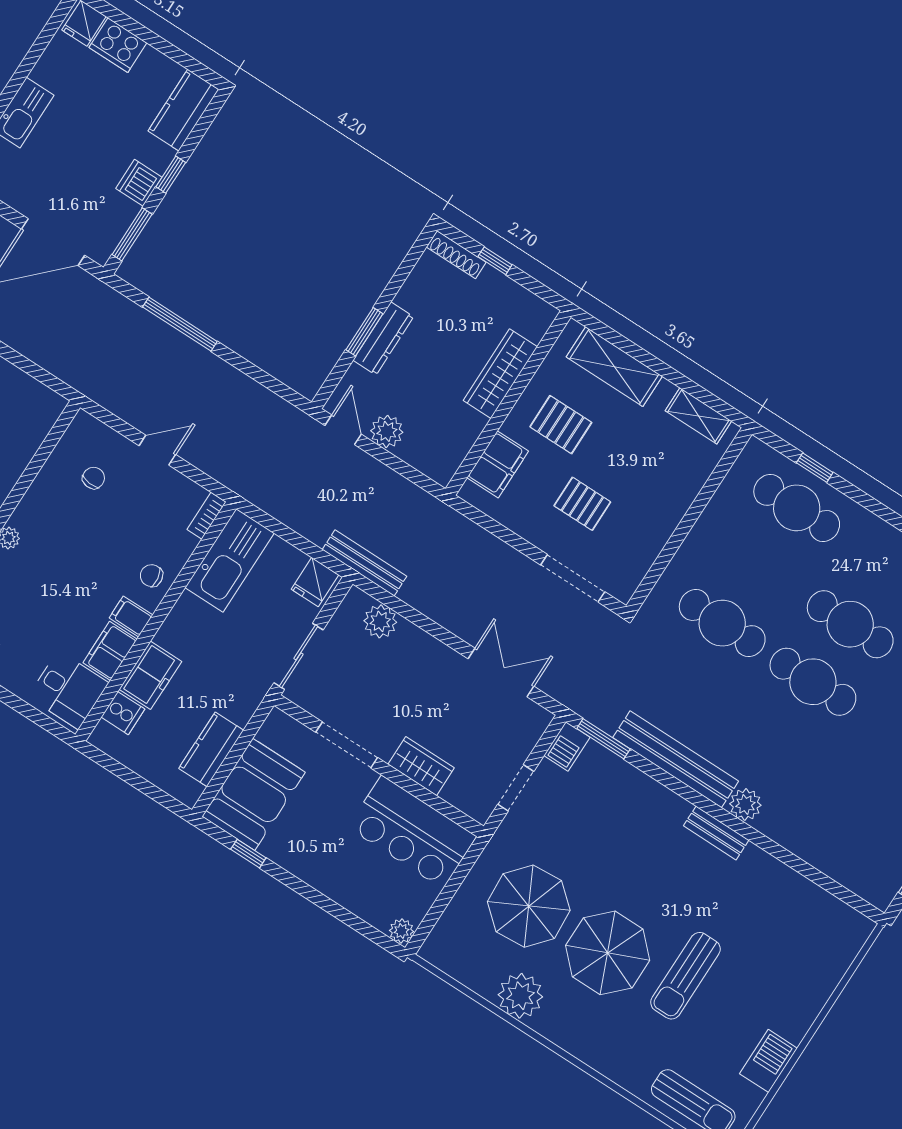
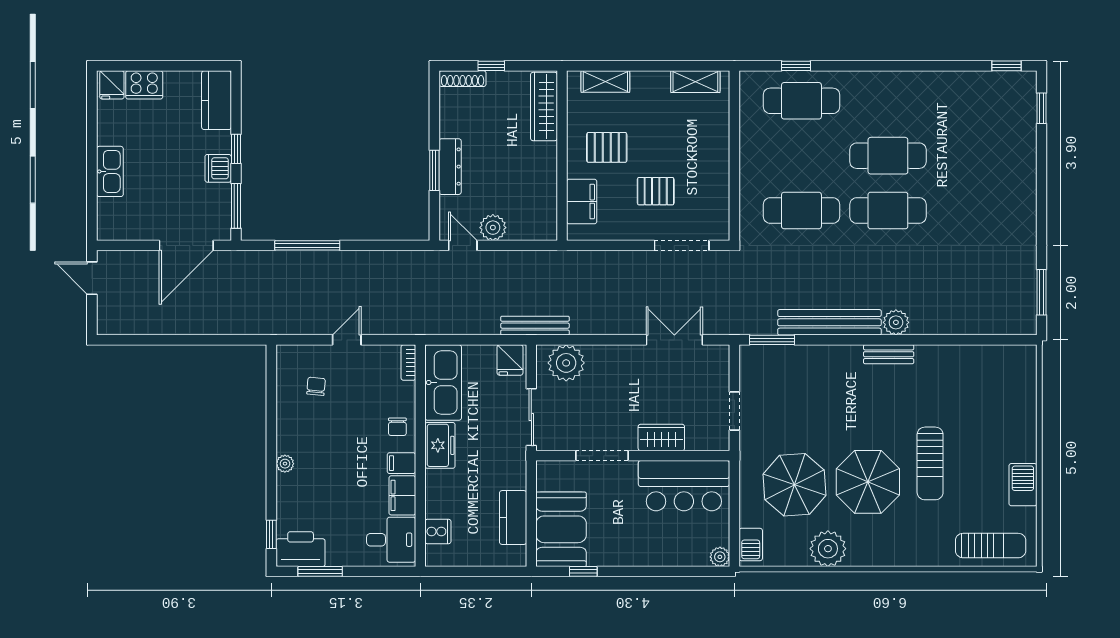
shelving: (614, 367) -> (605, 82), width x0.67, depth x0.75
wardrobe: (500, 374) -> (544, 106), moved
chair: (151, 576) -> (397, 427), turned -83
plant: (380, 621) -> (566, 363), width x1.36, depth x1.36
freezer: (150, 675) -> (440, 445), moved
barbecue: (567, 746) -> (751, 544), moved

